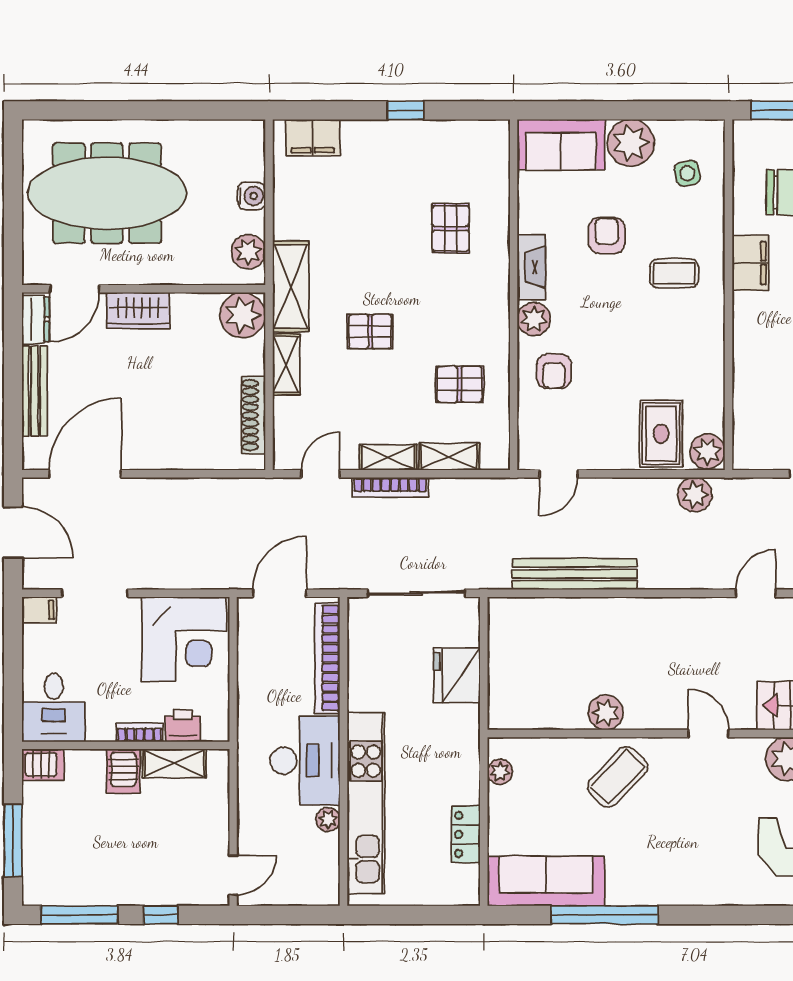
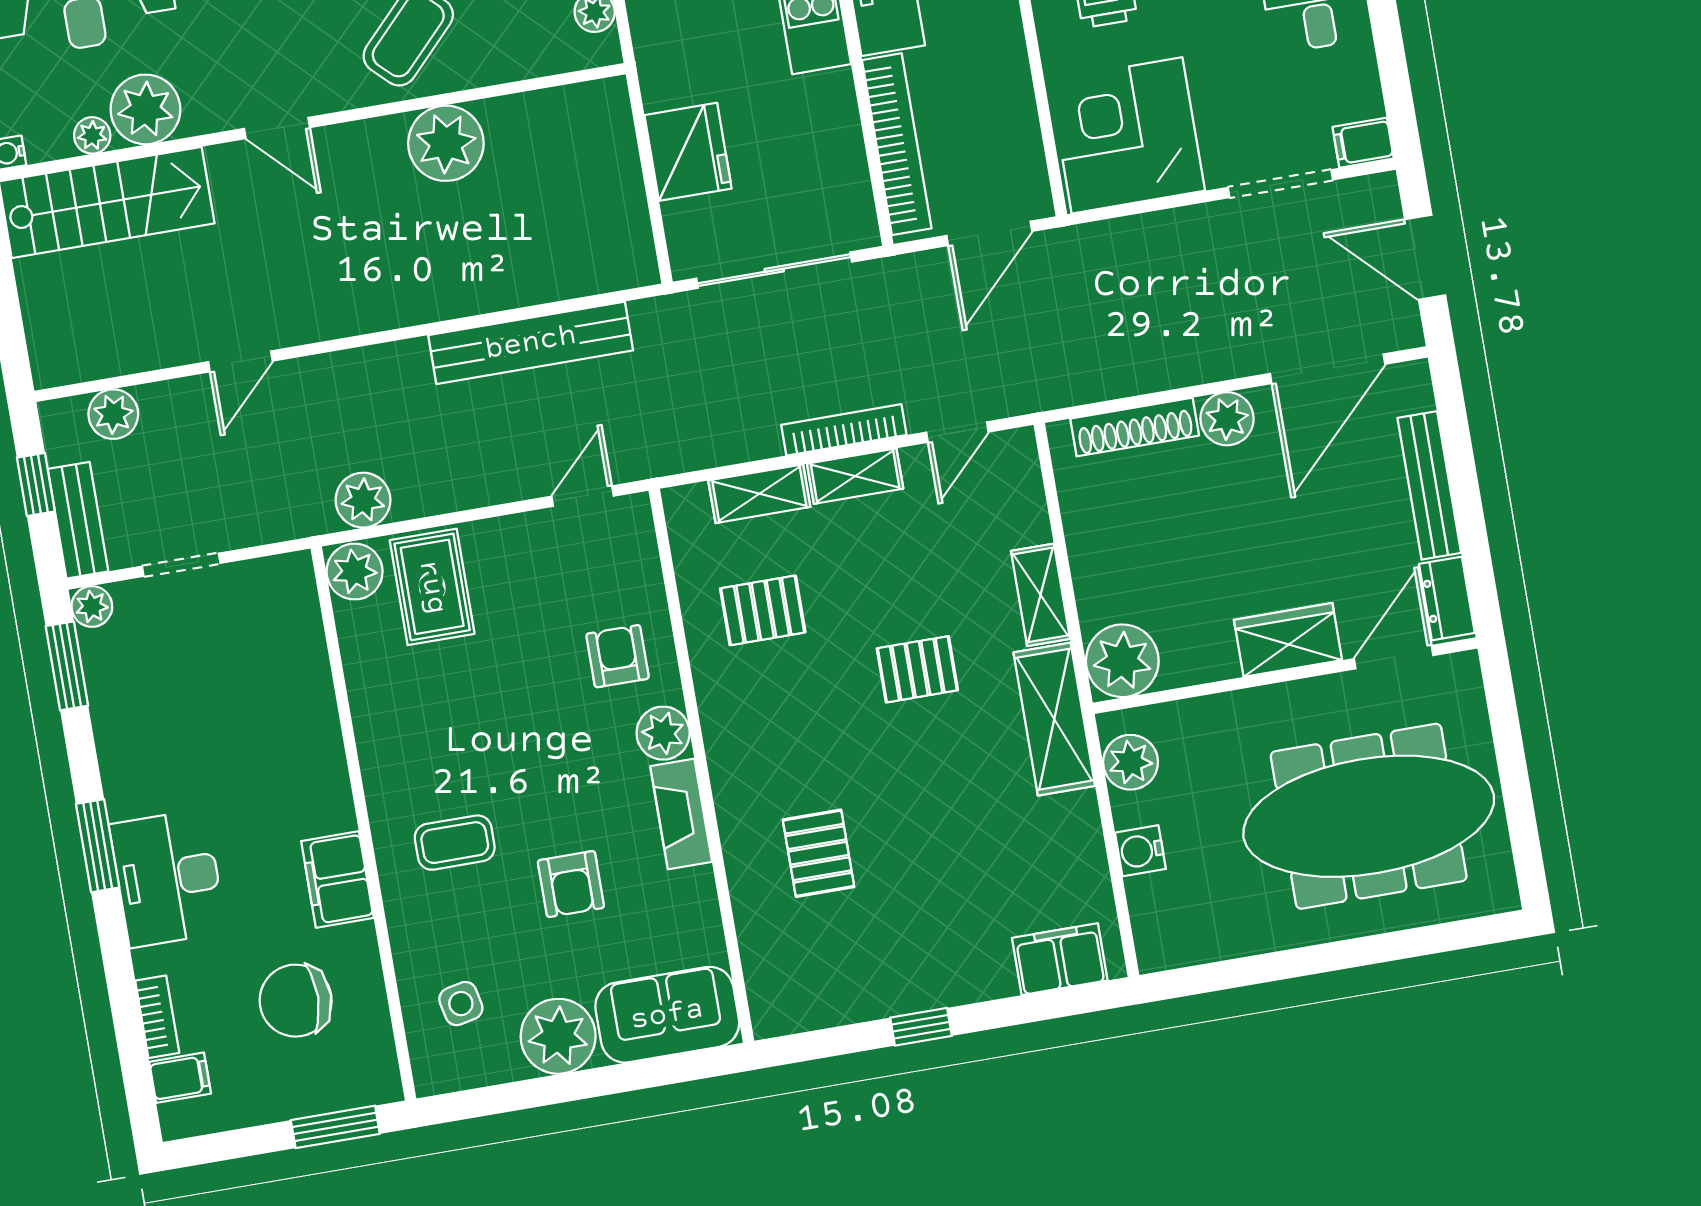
shoe rack: (253, 415) -> (1135, 427), moved, turned 90
plant: (152, 454) -> (1227, 419), added
plant: (606, 713) -> (446, 143), width x1.36, depth x1.36

